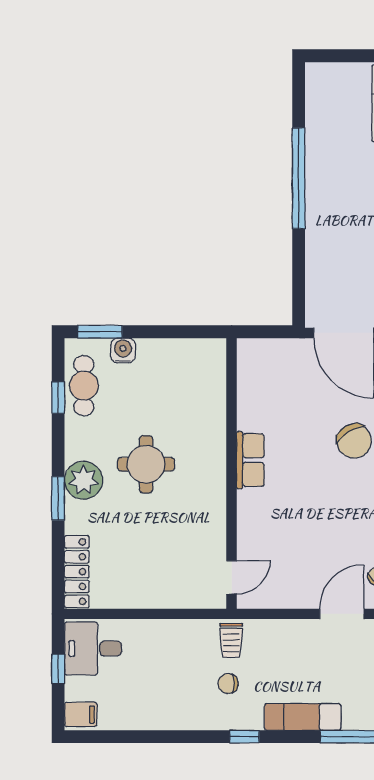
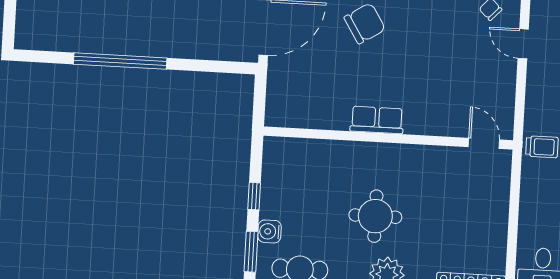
window: (160, 332) -> (254, 196), added
door: (342, 614) -> (523, 44), width x0.73

